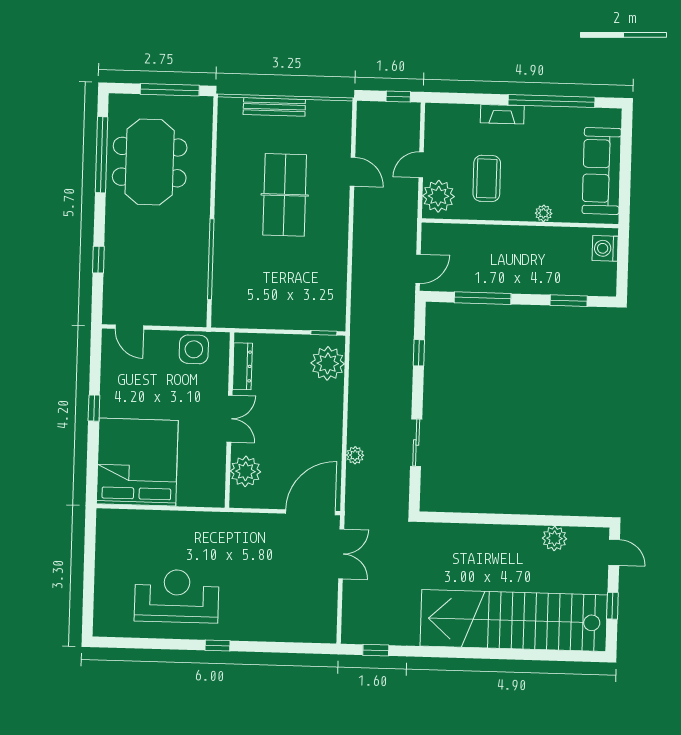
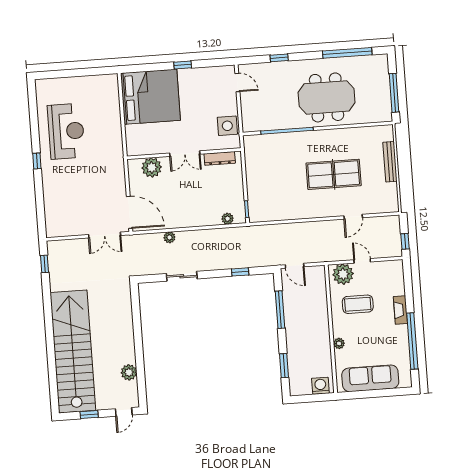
meeting table: (150, 162) -> (327, 97), moved
door: (129, 327) -> (237, 82), swing flipped
plant: (328, 363) -> (228, 219), width x0.53, depth x0.53

